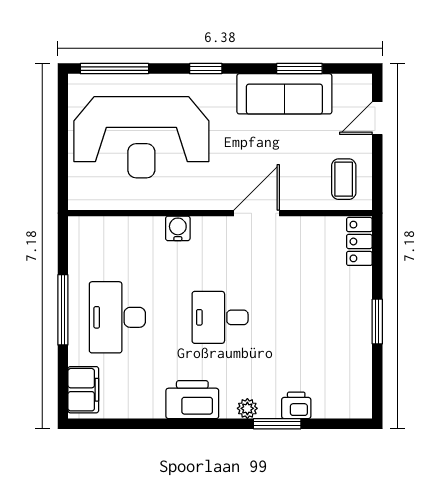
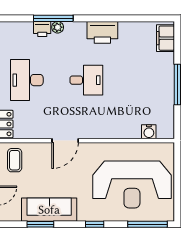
reception desk: (141, 137) -> (132, 184), turned 180
water cooler: (178, 228) -> (149, 132), moved
desk: (117, 317) -> (27, 80), moved, turned 180
plant: (247, 408) -> (58, 27), moved
window: (277, 424) -> (53, 18), width x1.44

